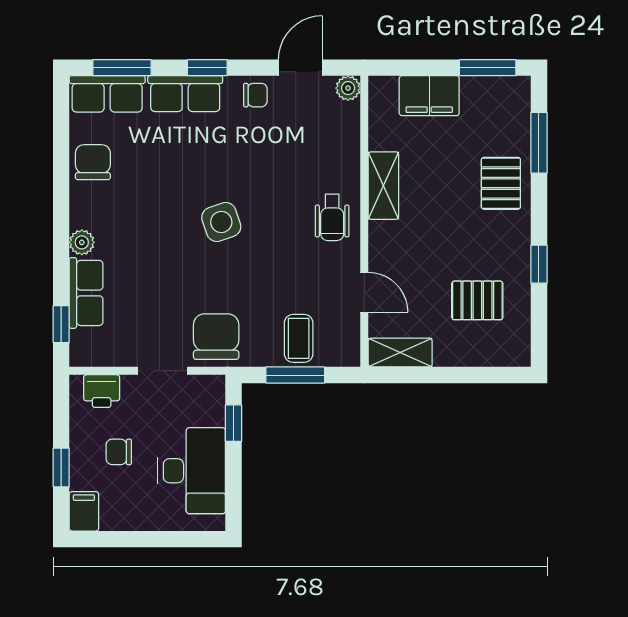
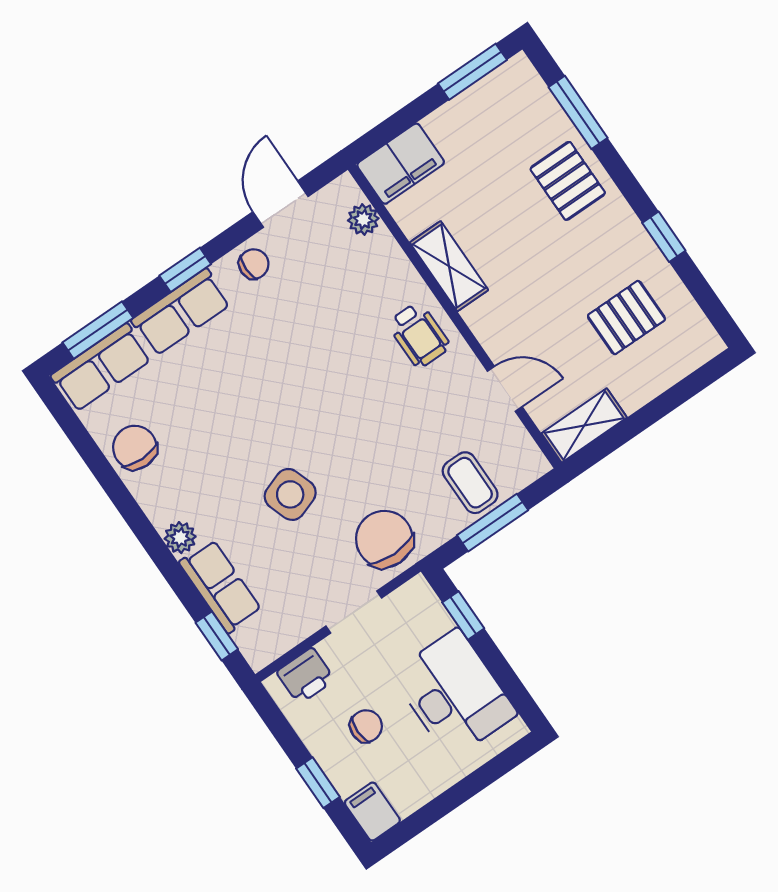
plant: (348, 88) -> (363, 219), moved
filing cabinet: (429, 96) -> (401, 164), moved
side table: (221, 222) -> (290, 494), moved
chair: (119, 452) -> (366, 726), turned 180

